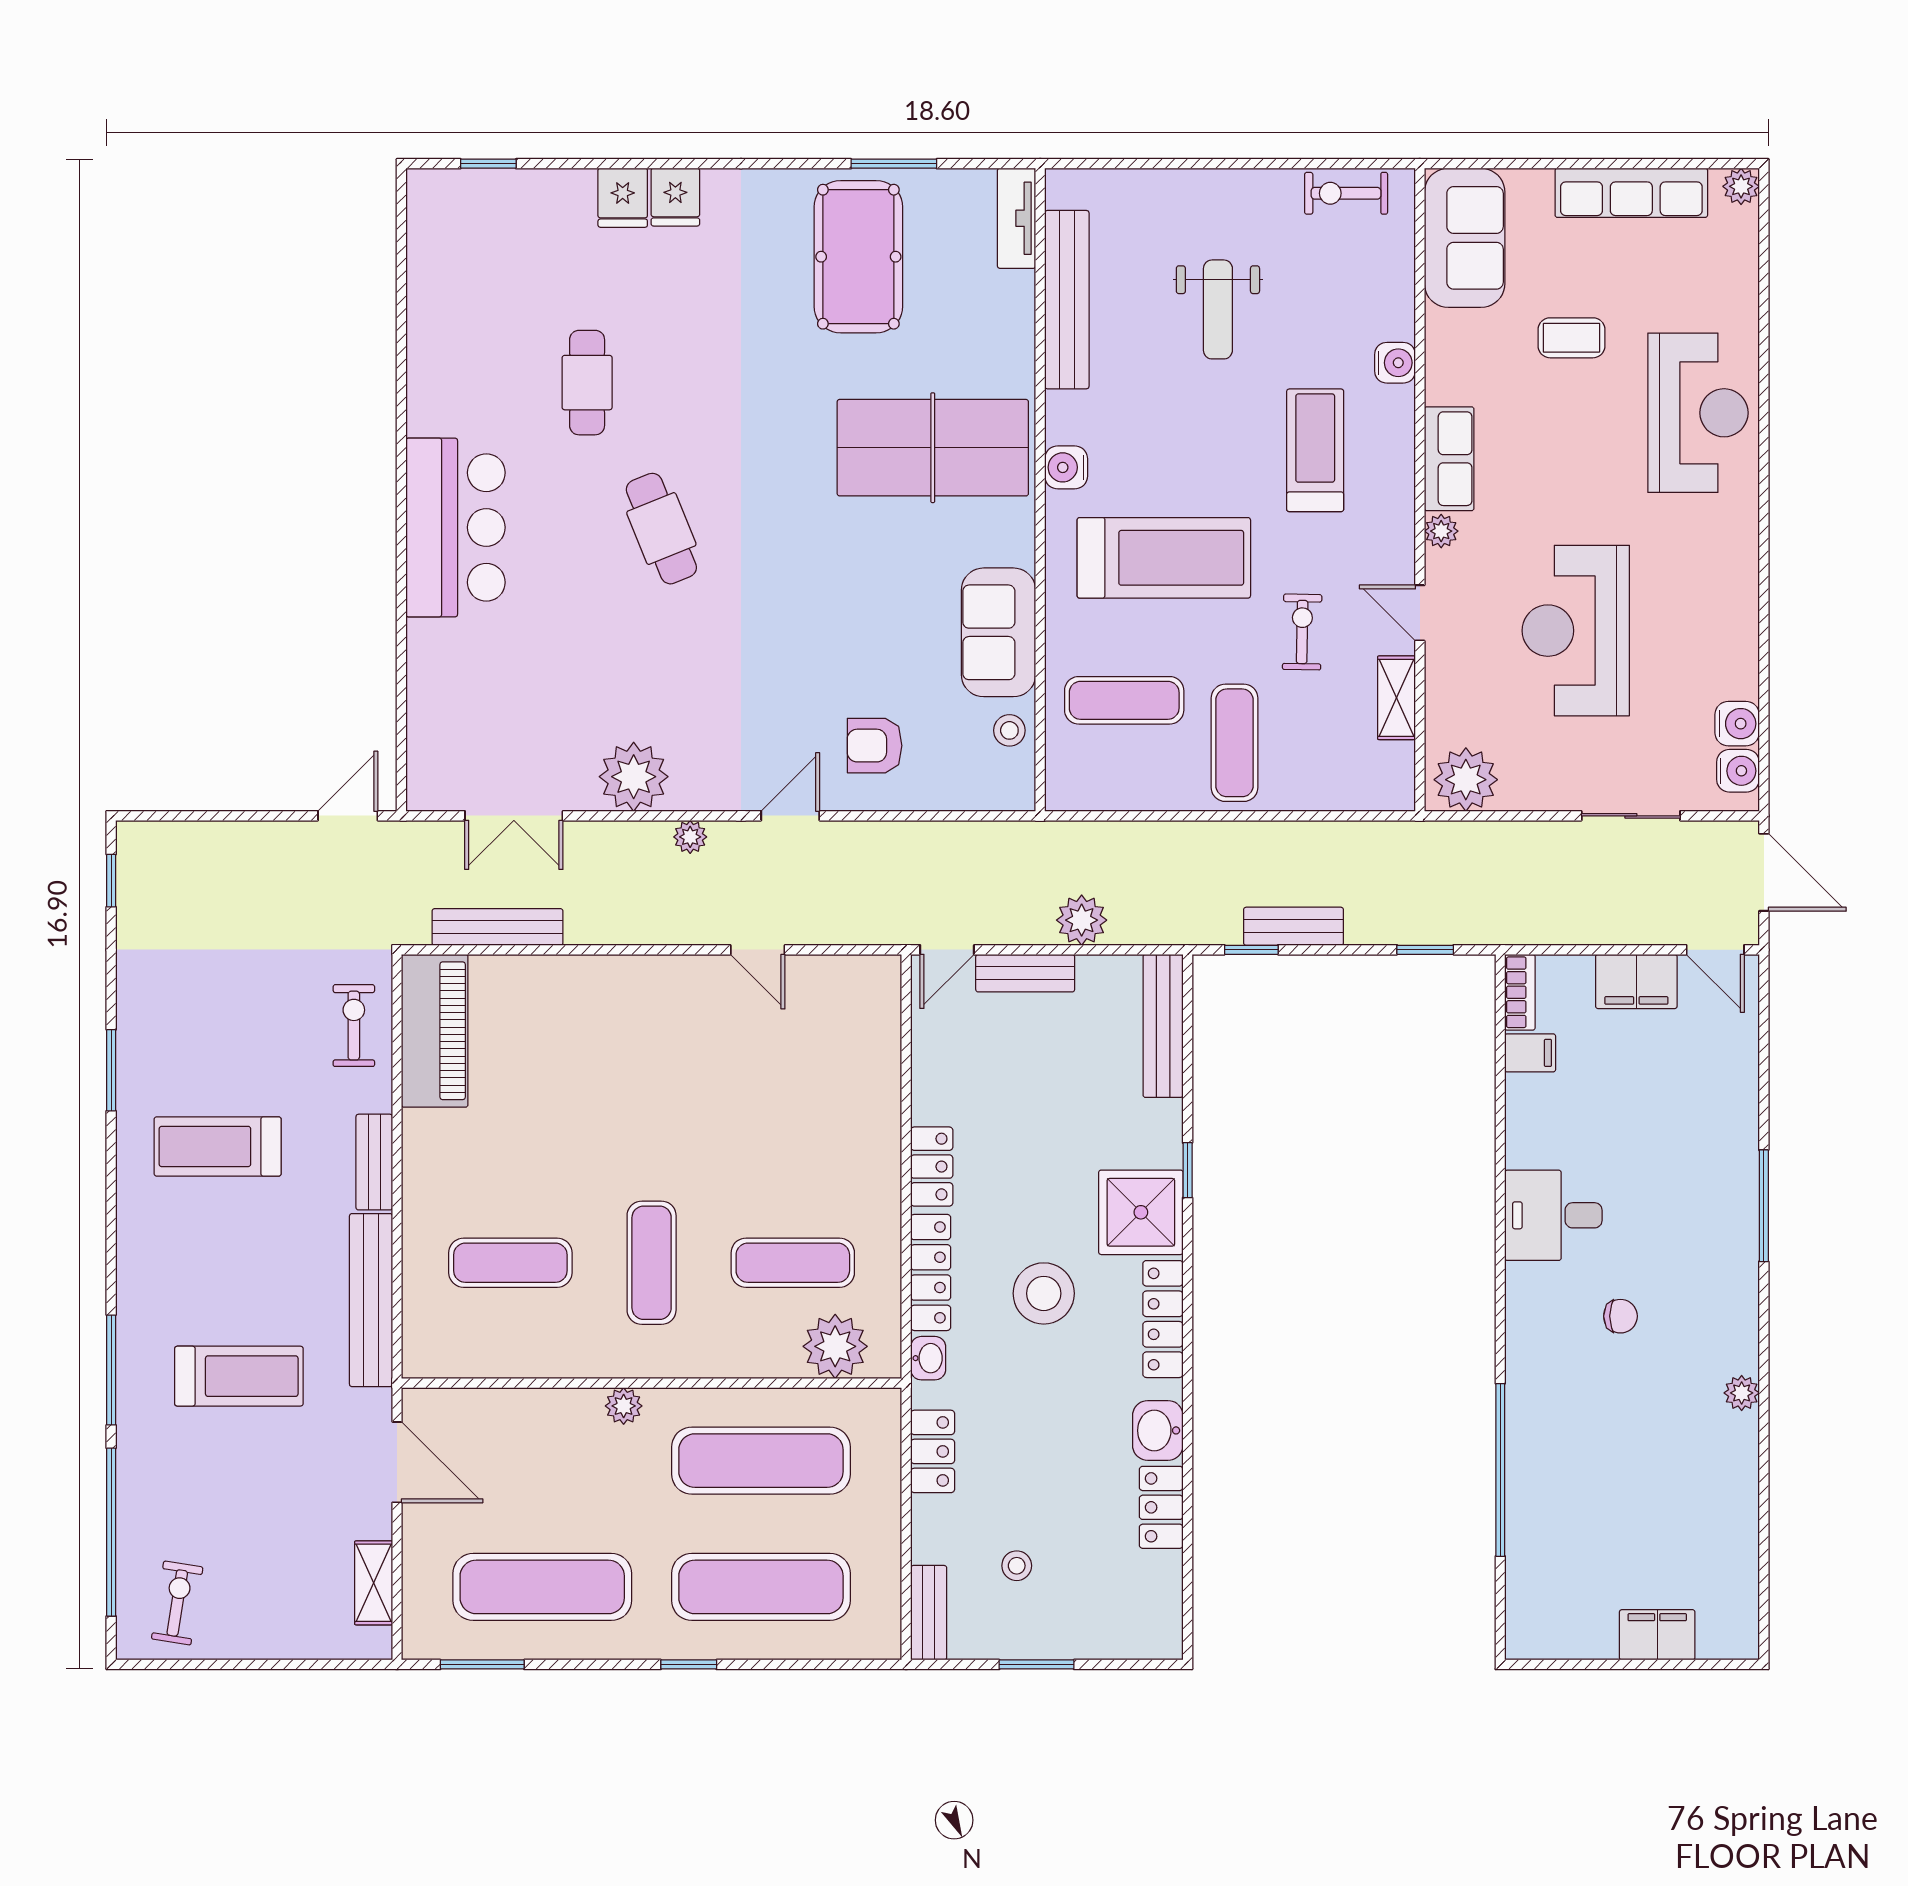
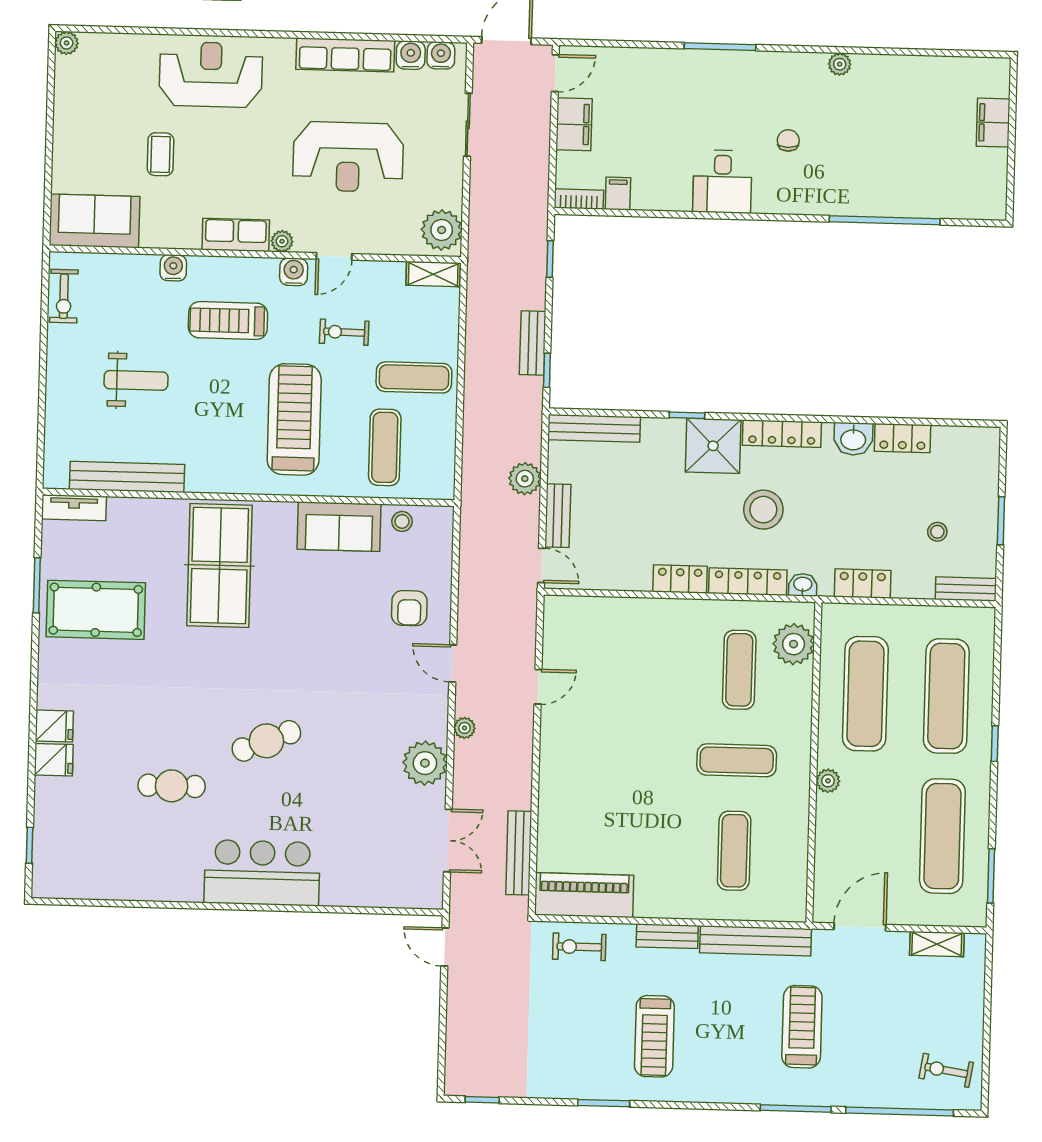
row of seats: (1631, 193) -> (345, 55), moved, turned 90
water cooler: (1066, 467) -> (294, 272), moved, turned 180
shelving: (1397, 698) -> (433, 274), moved

